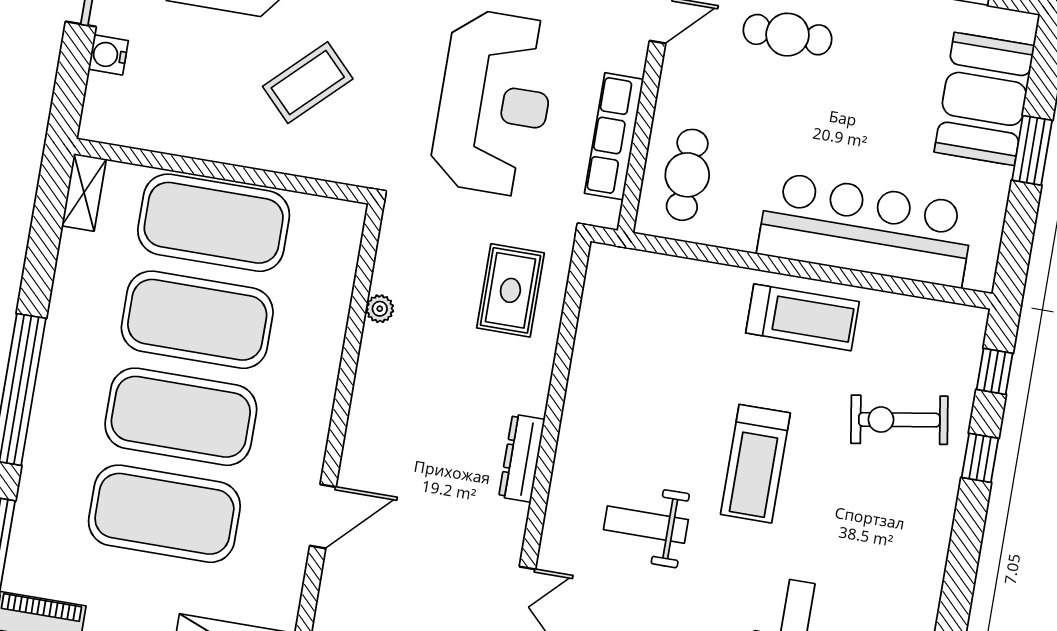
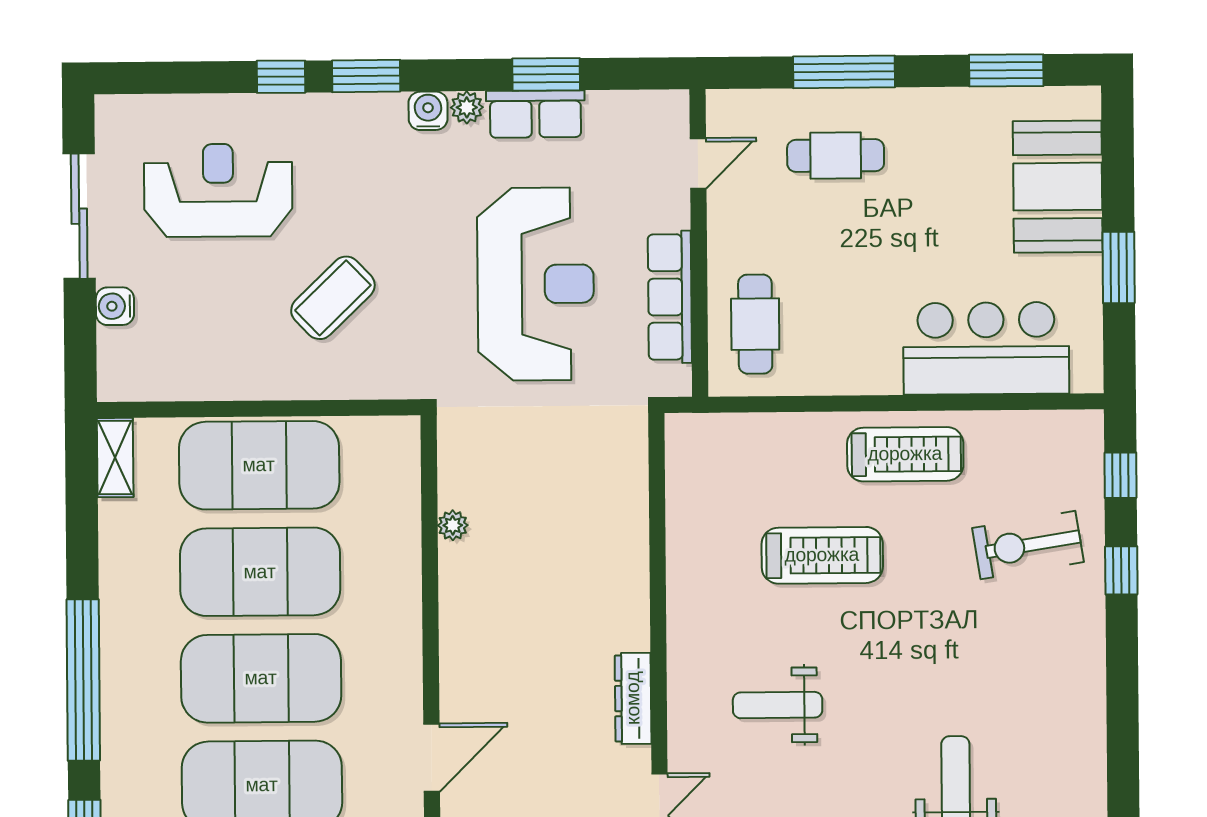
window: (1032, 150) -> (1119, 267), moved
bar counter: (866, 230) -> (986, 348), width x0.73
rug: (510, 290) -> (589, 481), removed
dresser: (522, 458) -> (633, 698), moved
treadmill: (755, 464) -> (822, 555), moved, turned -90

